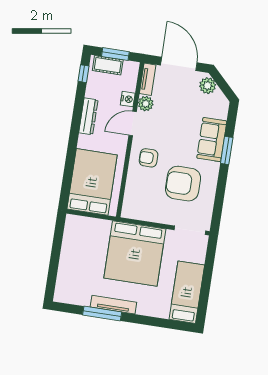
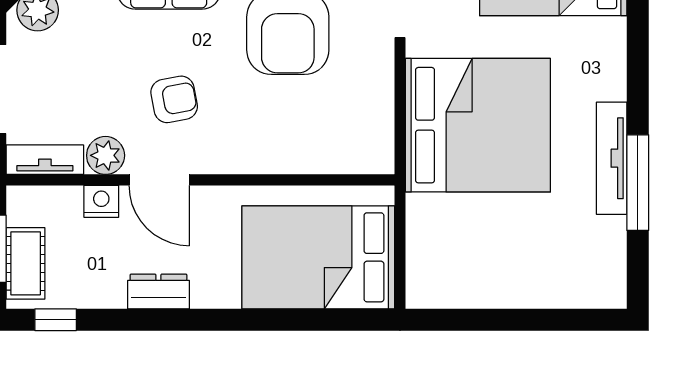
dresser: (88, 116) -> (158, 291), width x0.70
armchair: (149, 158) -> (174, 99), moved, turned -101

